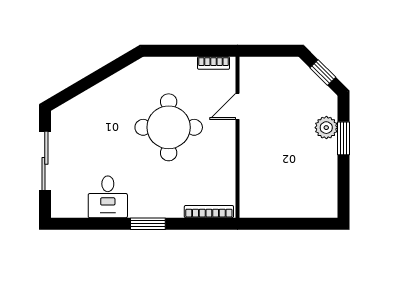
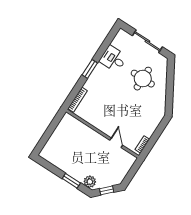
round table: (169, 127) -> (143, 79), moved, width x0.73, depth x0.73
plant: (326, 128) -> (90, 182), moved

